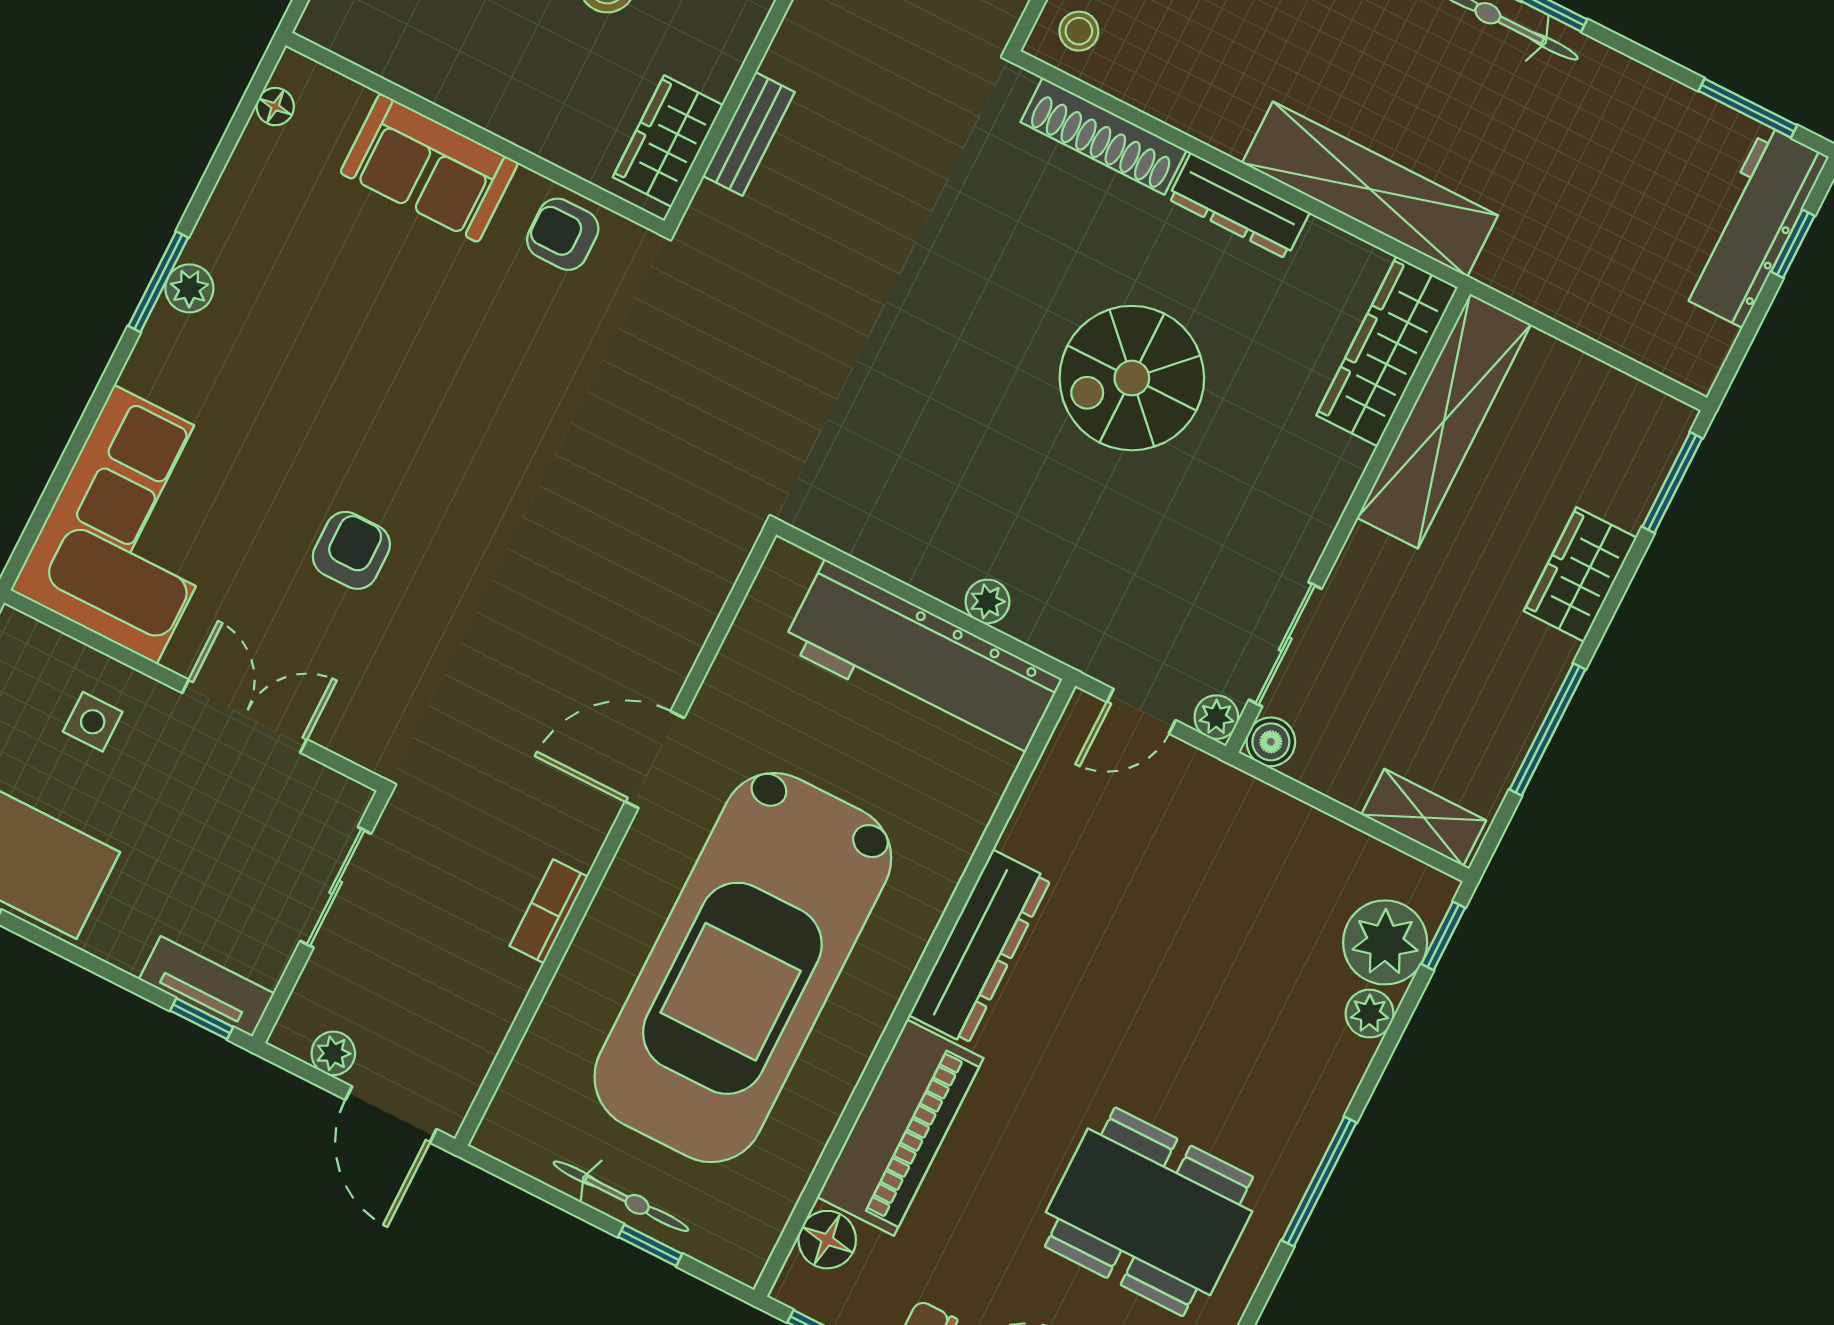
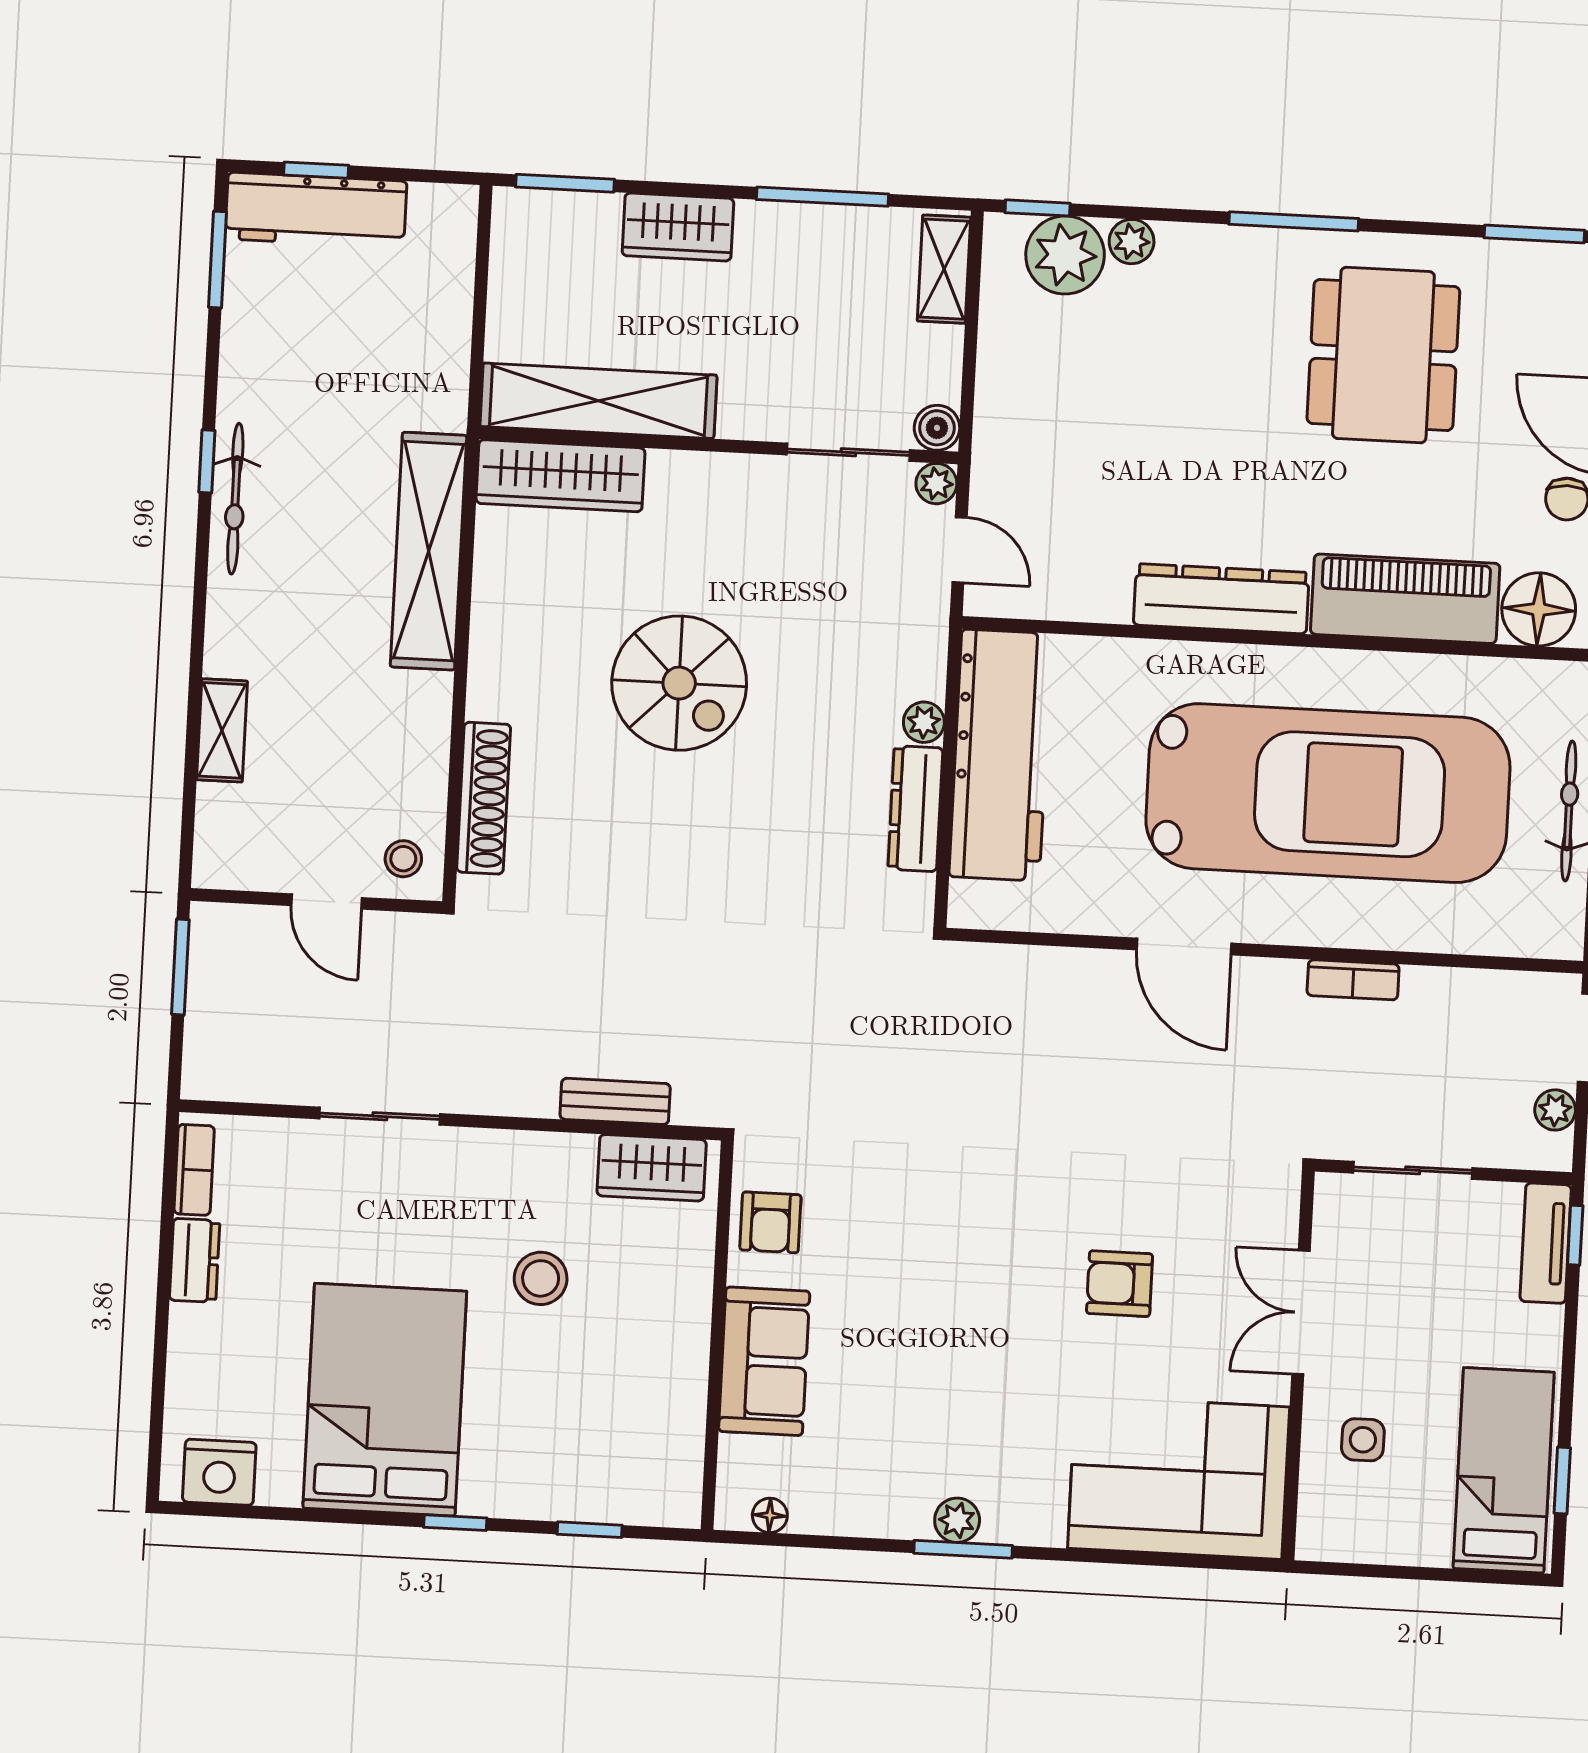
dresser: (1239, 206) -> (915, 809), moved, turned 180
floor lamp: (827, 1240) -> (1539, 609), width x1.38, depth x1.38

